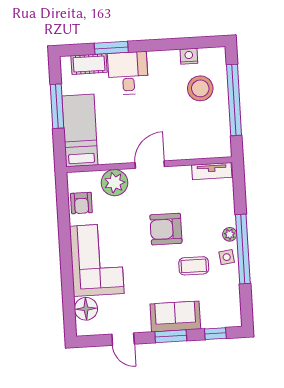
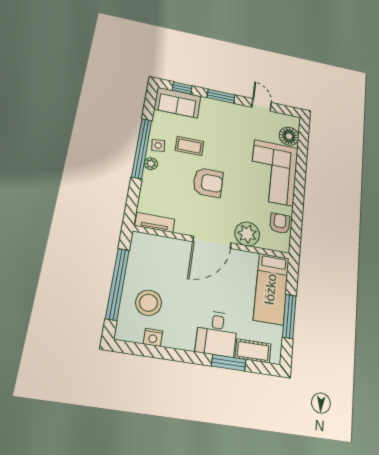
door: (150, 165) -> (212, 242), width x1.36
sofa: (175, 316) -> (177, 103), moved

